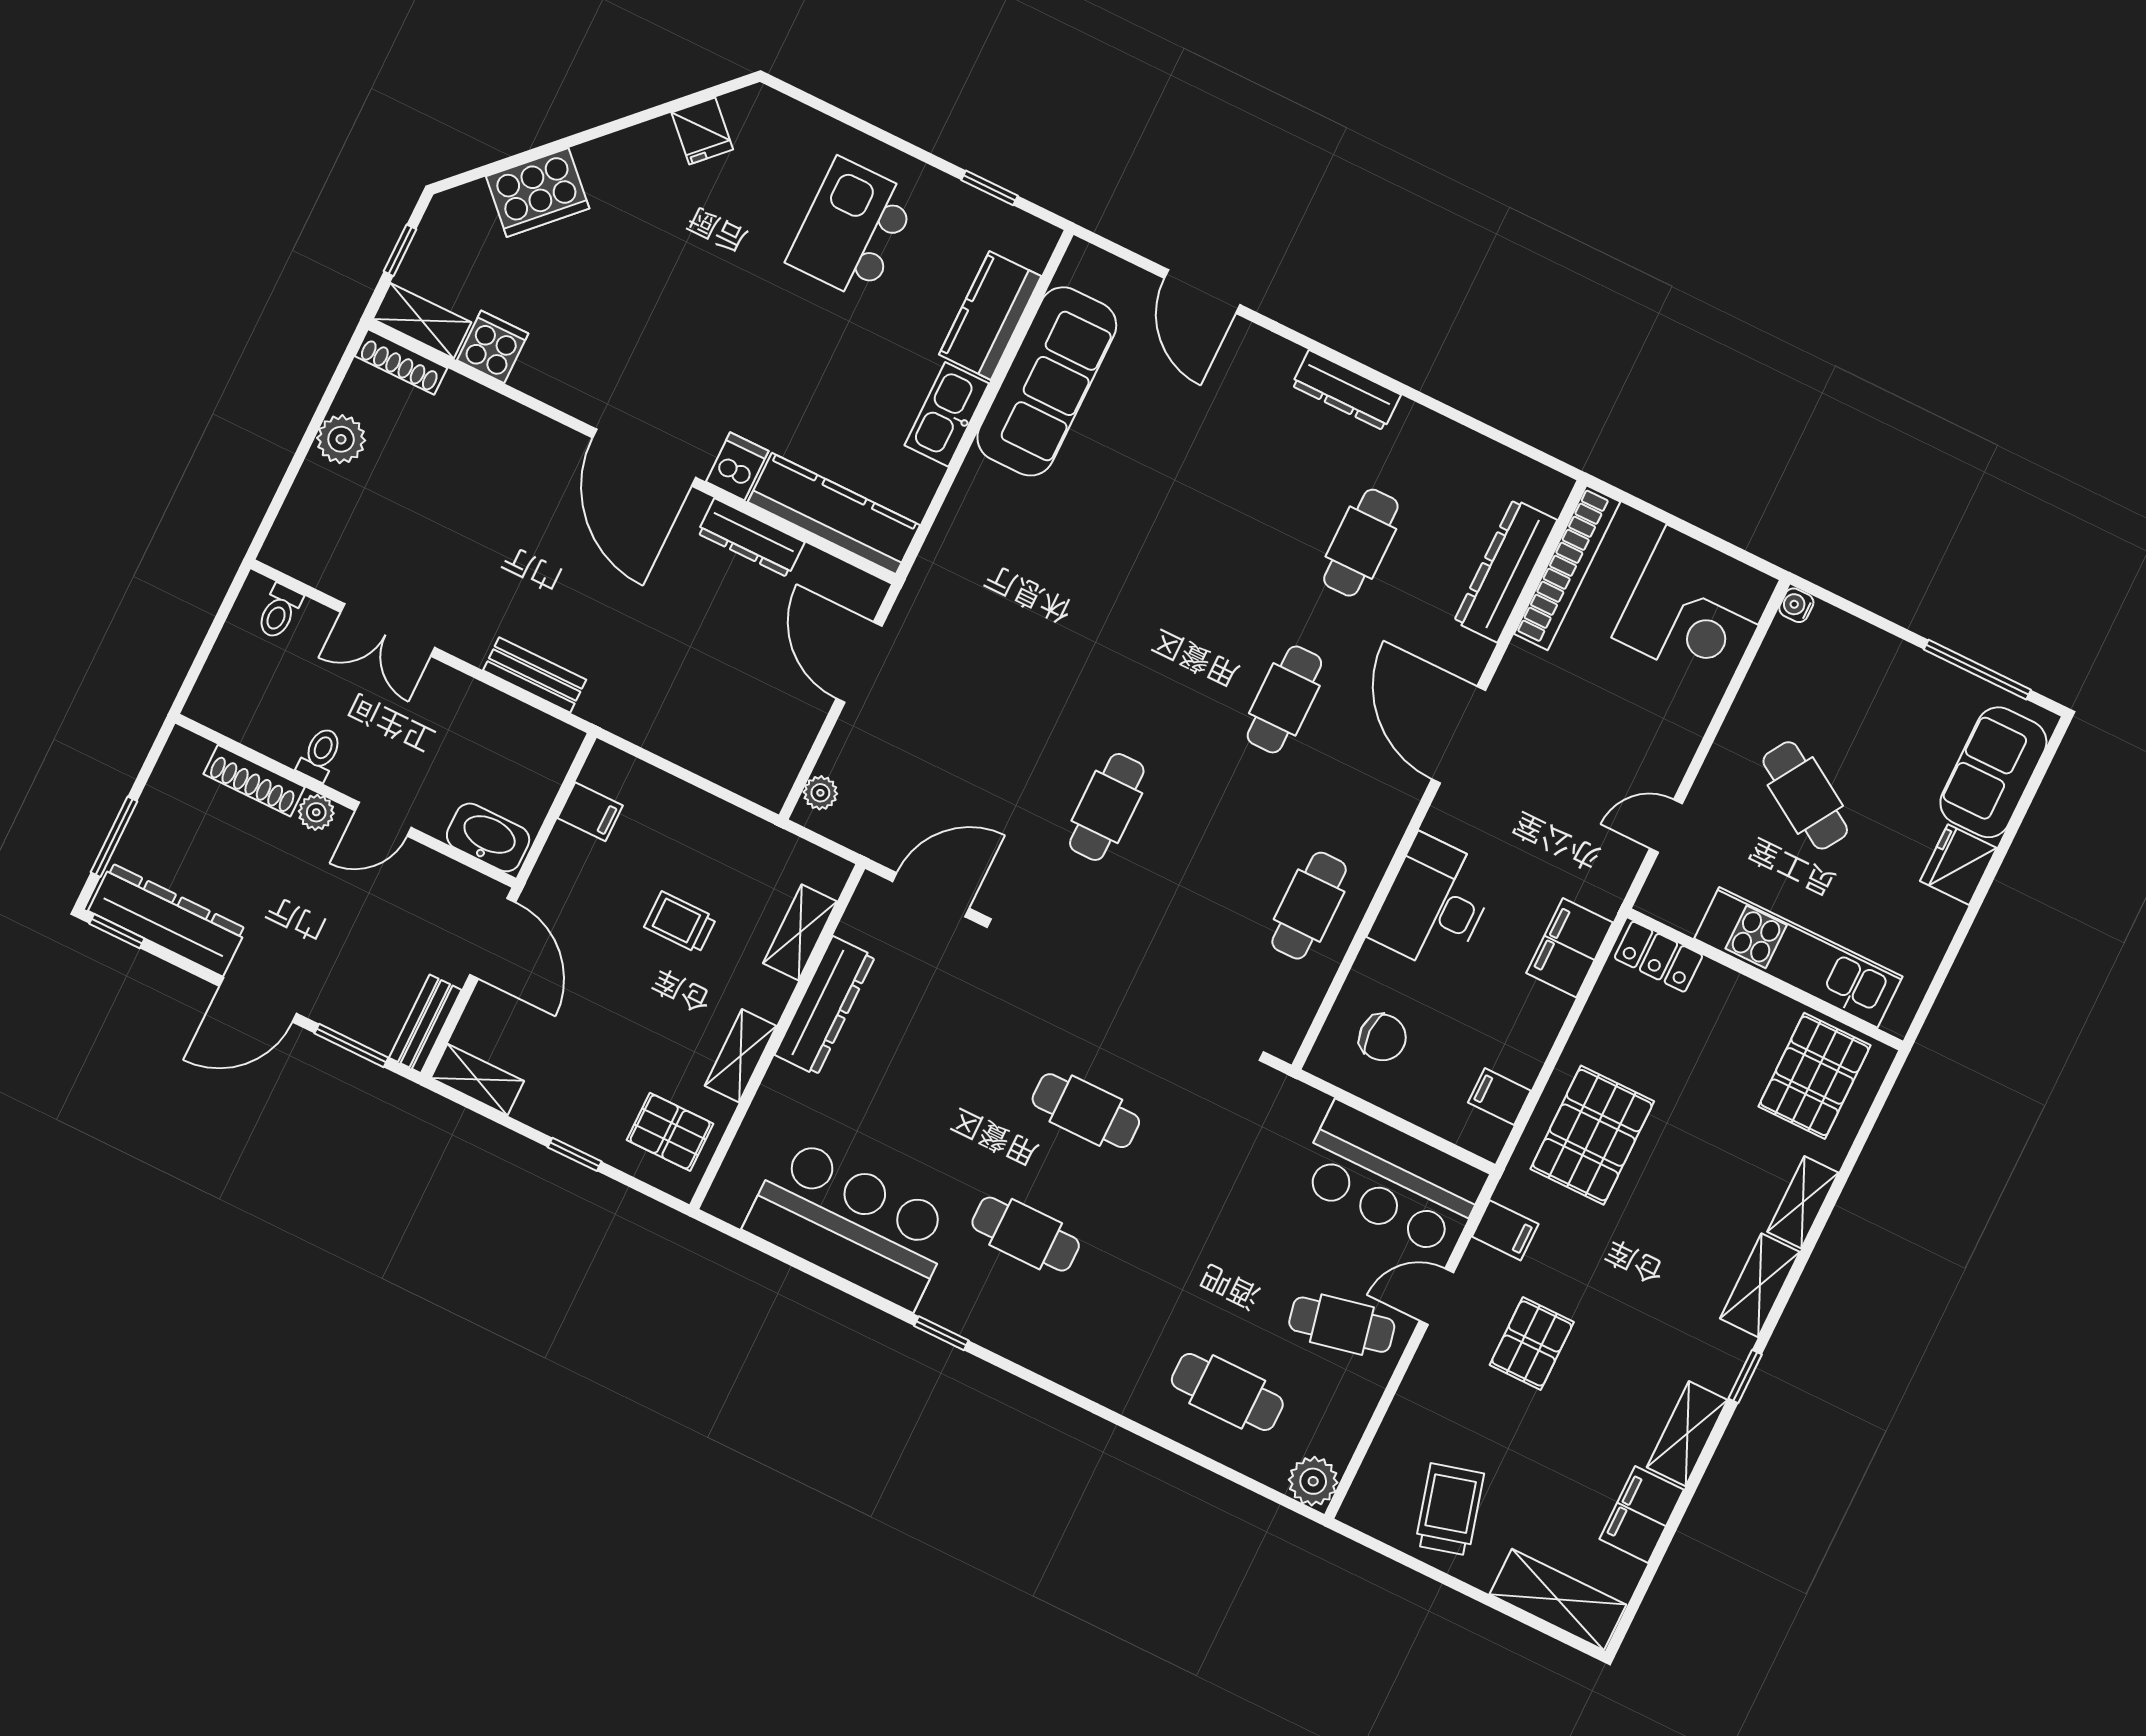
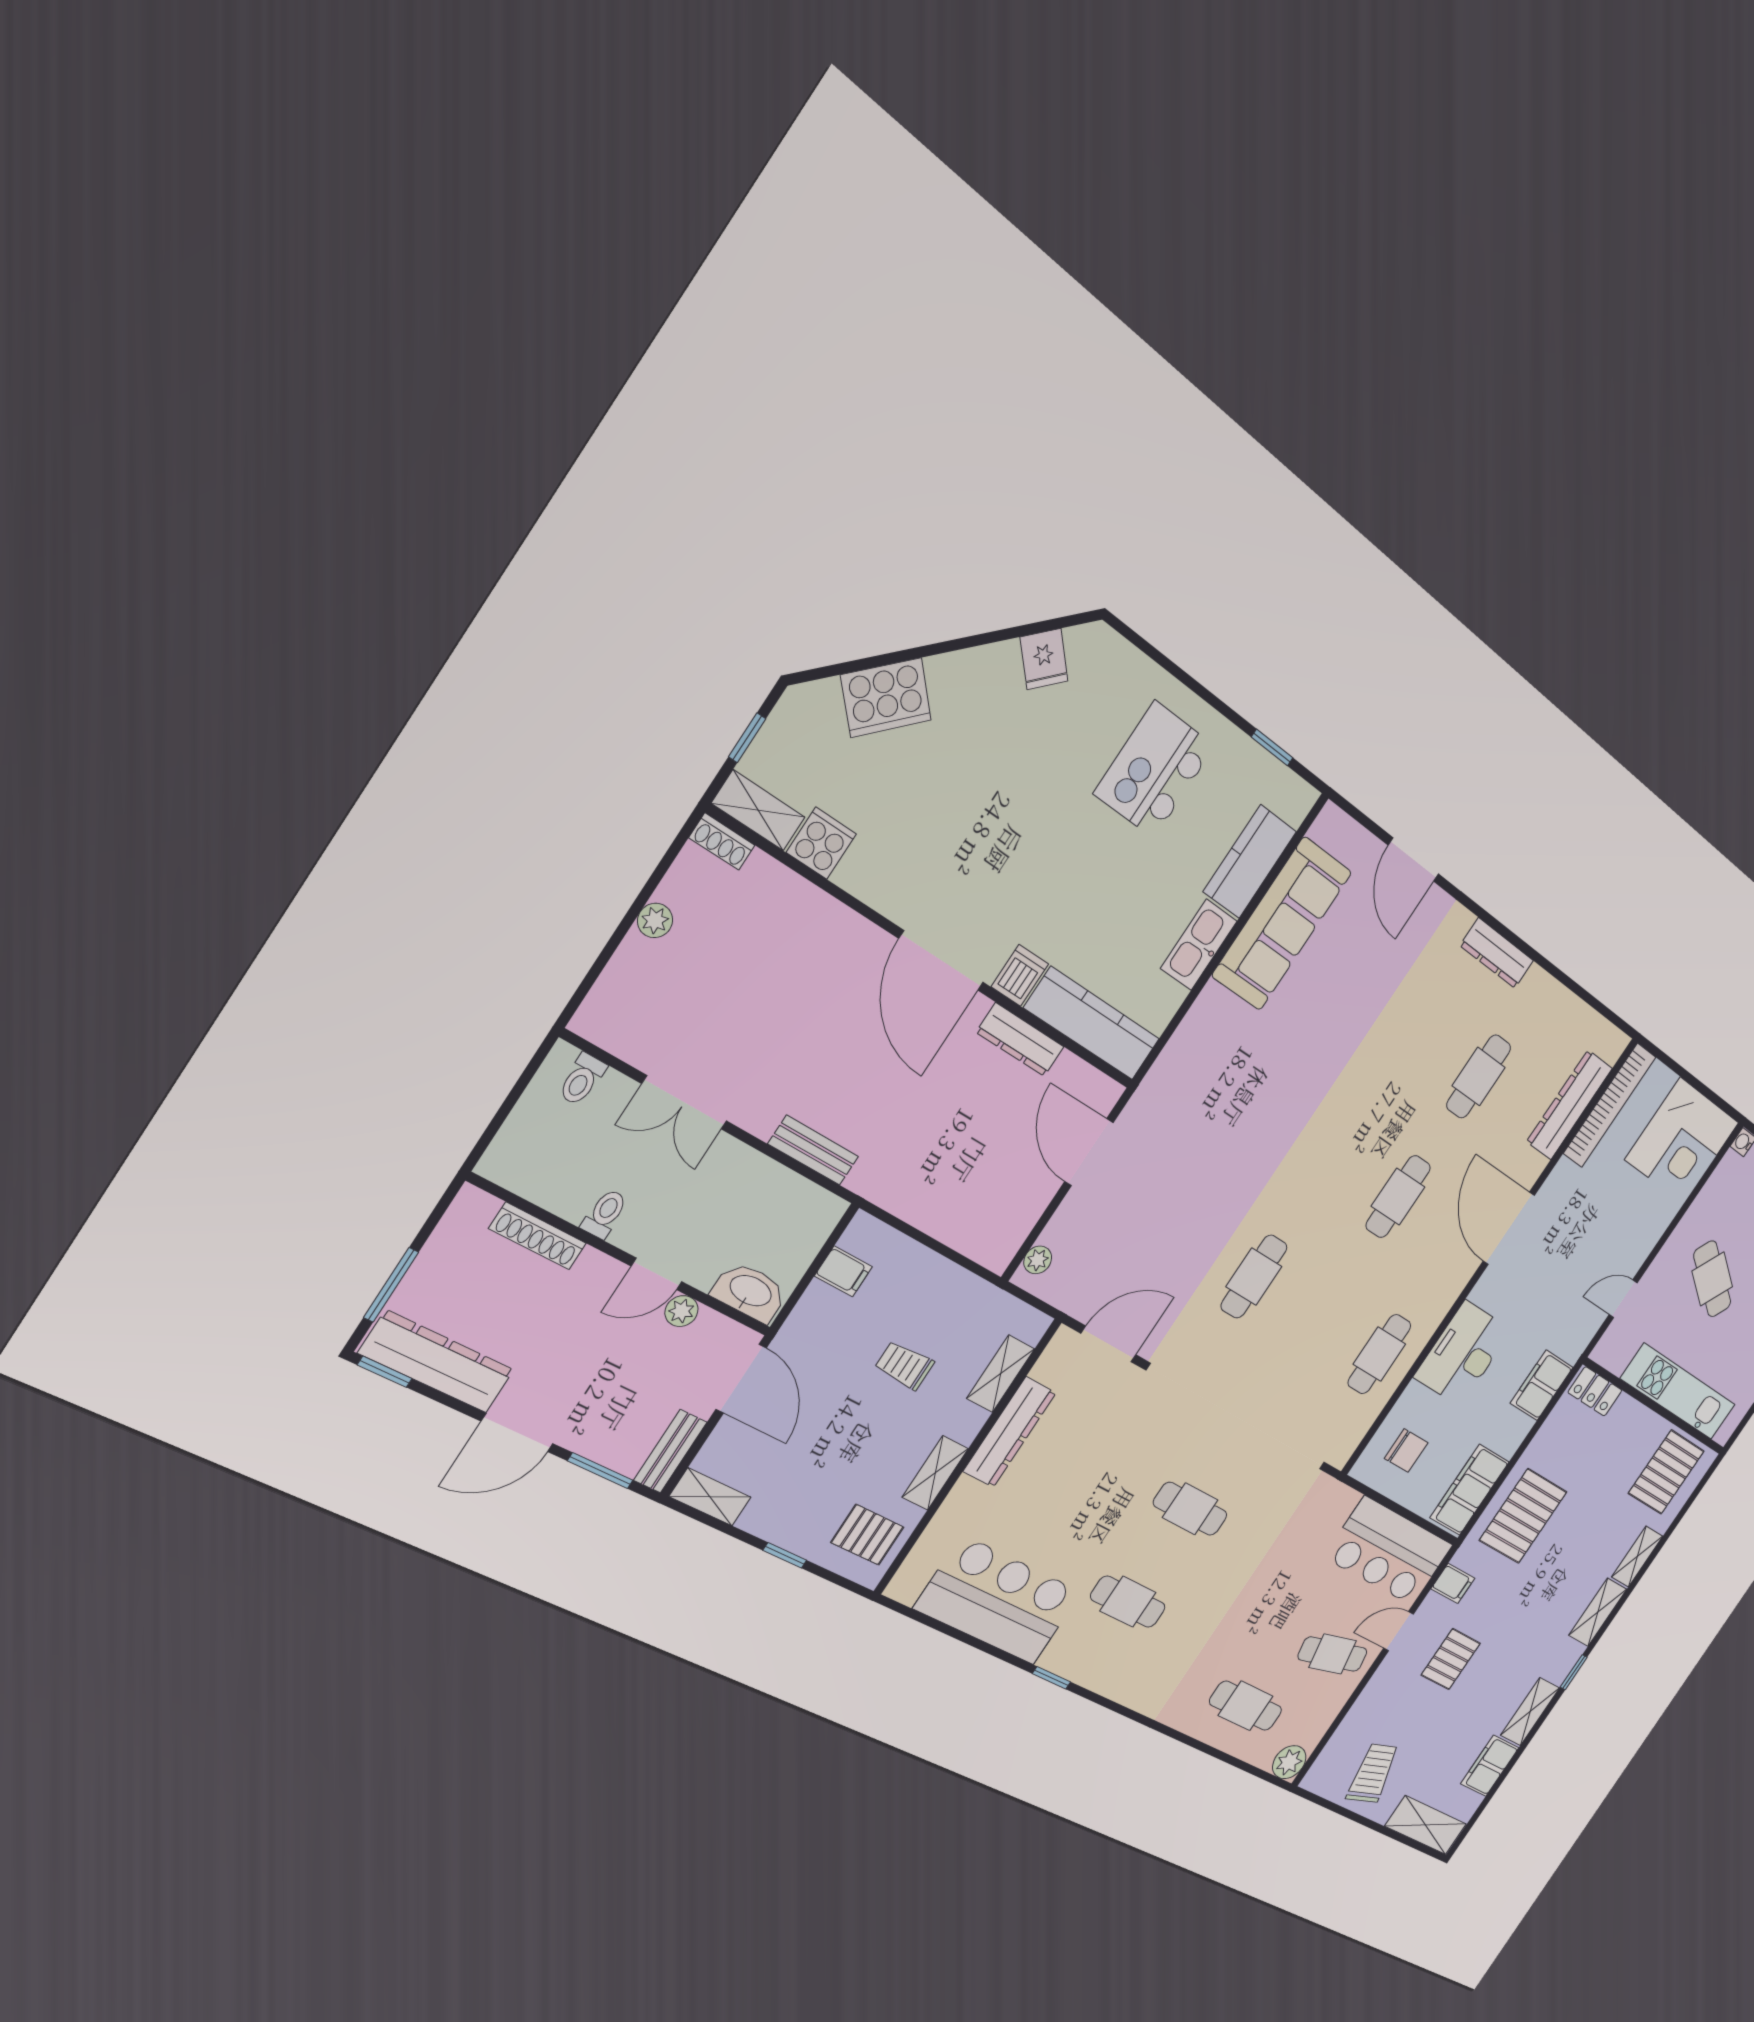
shoe rack: (401, 362) -> (722, 842), width x0.70
plant: (341, 439) -> (655, 920), width x0.73, depth x0.73
plant: (316, 812) -> (681, 1311), moved
filing cabinet: (1499, 1097) -> (1470, 1490), width x3.00, depth x1.17

